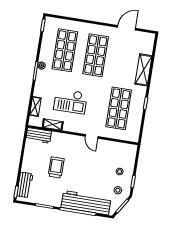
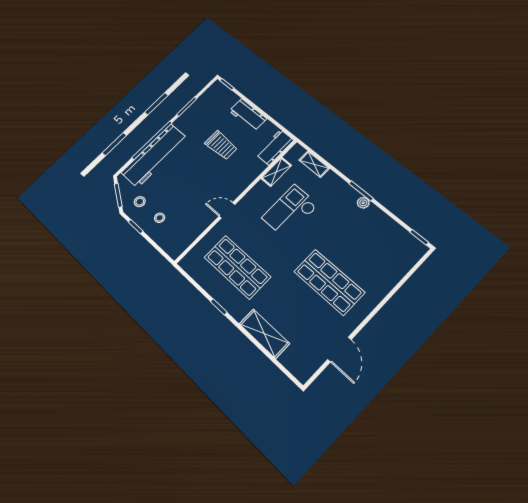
shop shelf: (65, 50) -> (364, 245), removed
workbench: (25, 185) -> (248, 115), moved

